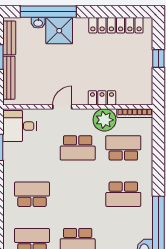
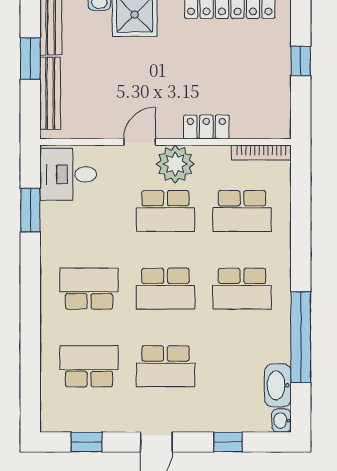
plant: (104, 120) -> (175, 164), moved
school desk: (123, 148) -> (242, 211), turned 180
school desk: (78, 194) -> (166, 289), added

